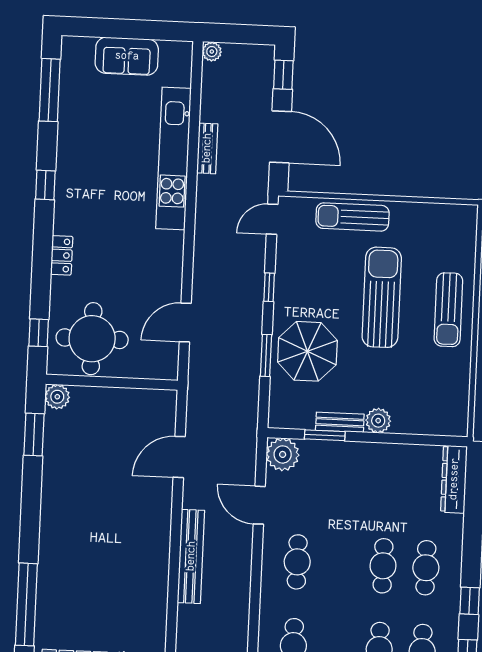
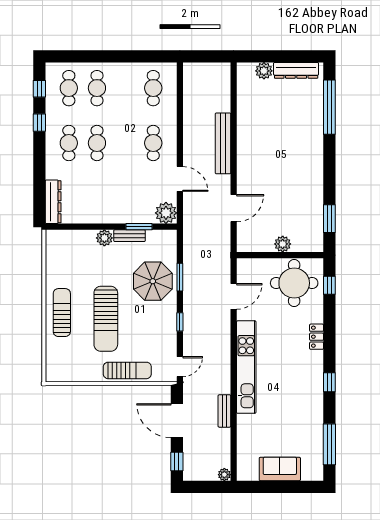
kitchen unit: (173, 159) -> (246, 367), moved
plant: (57, 397) -> (283, 244), moved

